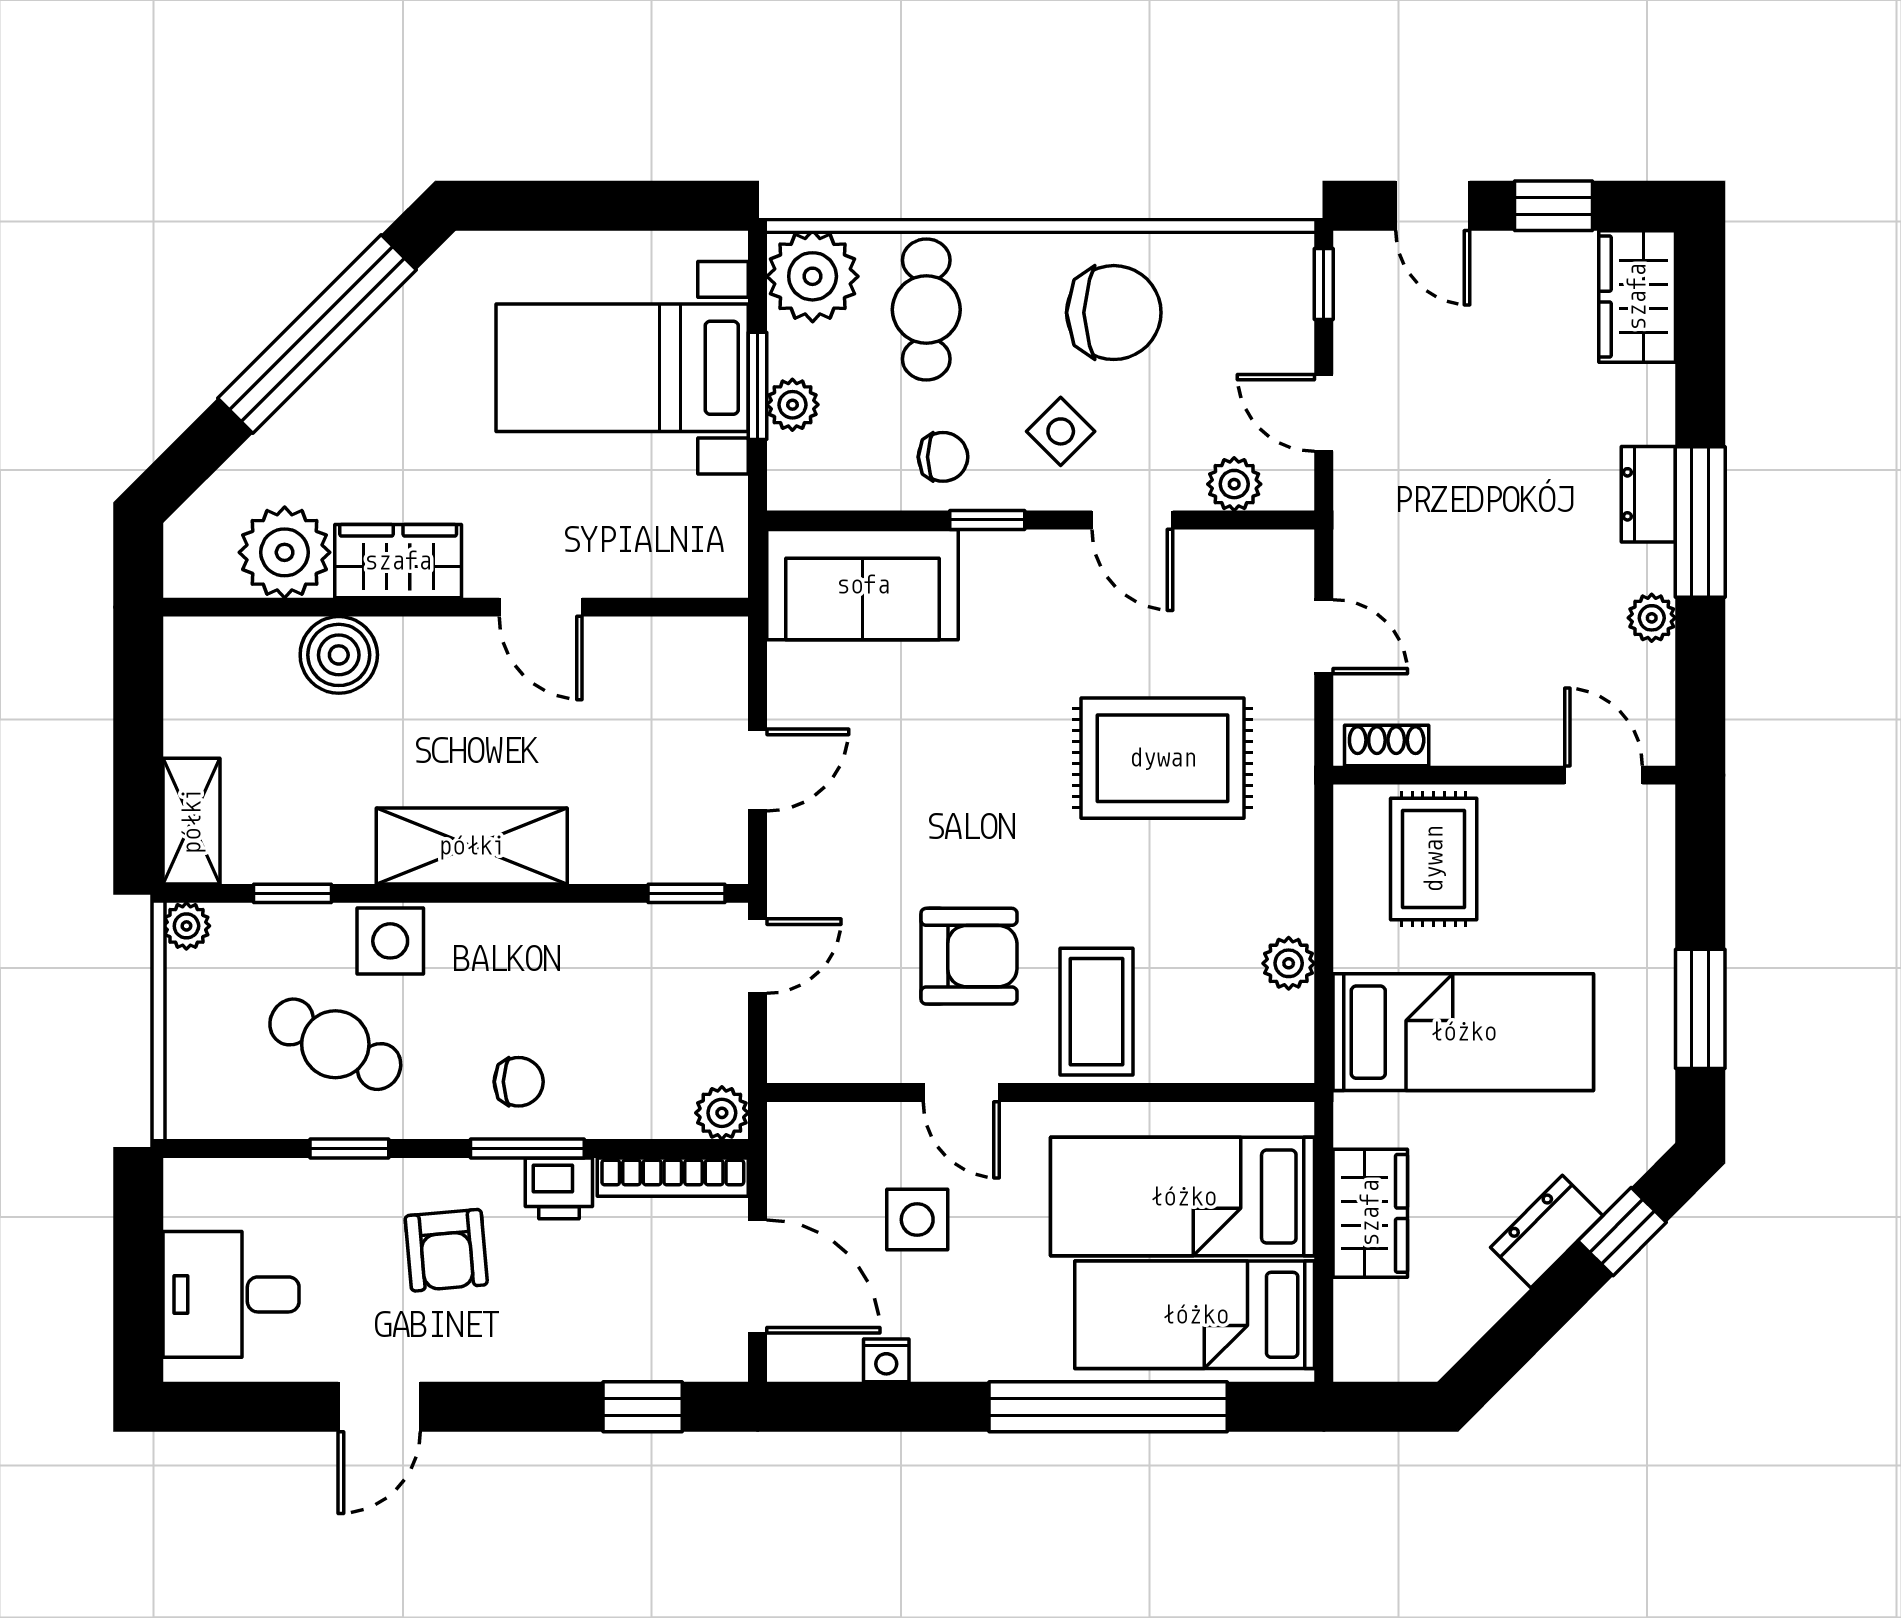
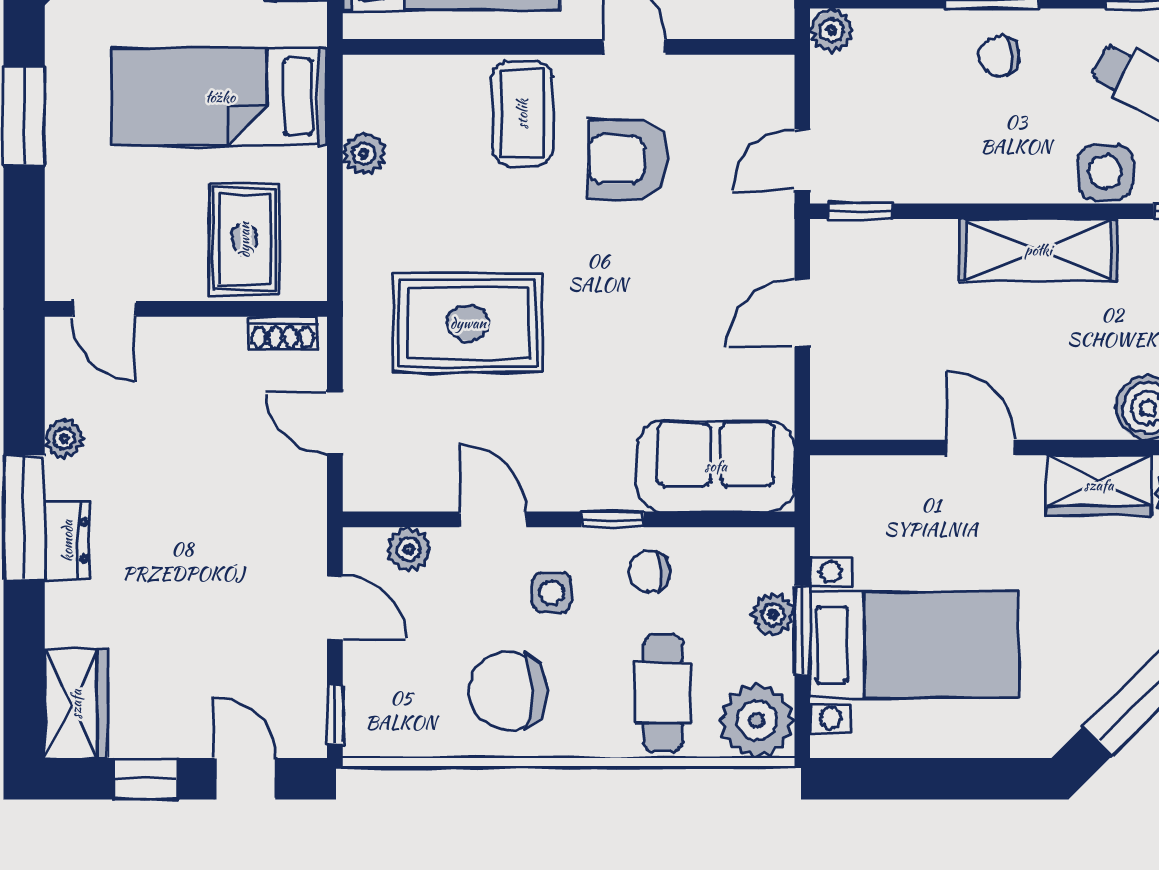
side table: (1061, 431) -> (552, 592), turned 45

